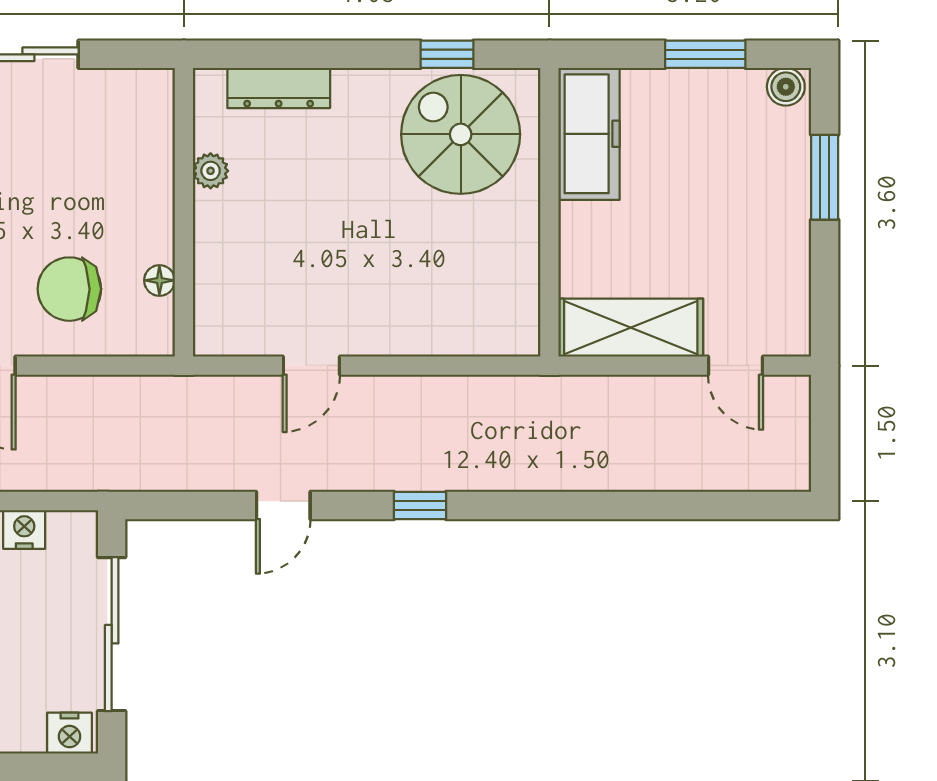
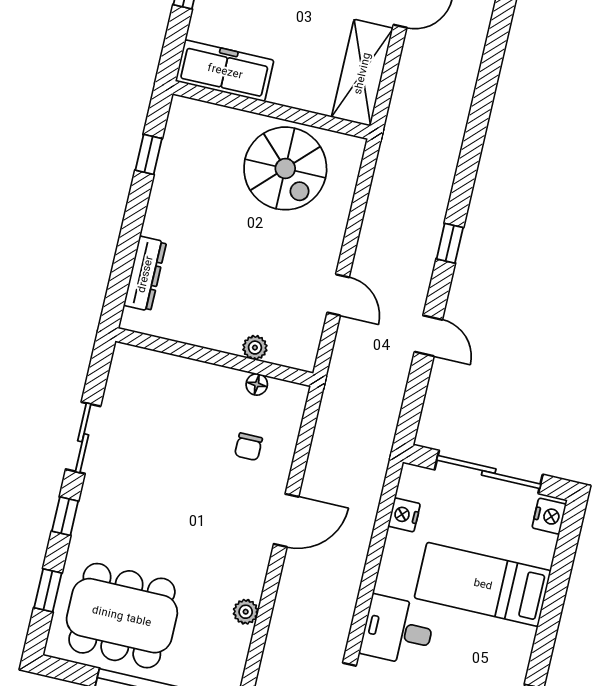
spiral stairs: (461, 134) -> (285, 168), moved, turned -90
plant: (211, 171) -> (255, 348), moved
chair: (69, 289) -> (248, 447), width x0.54, depth x0.54

